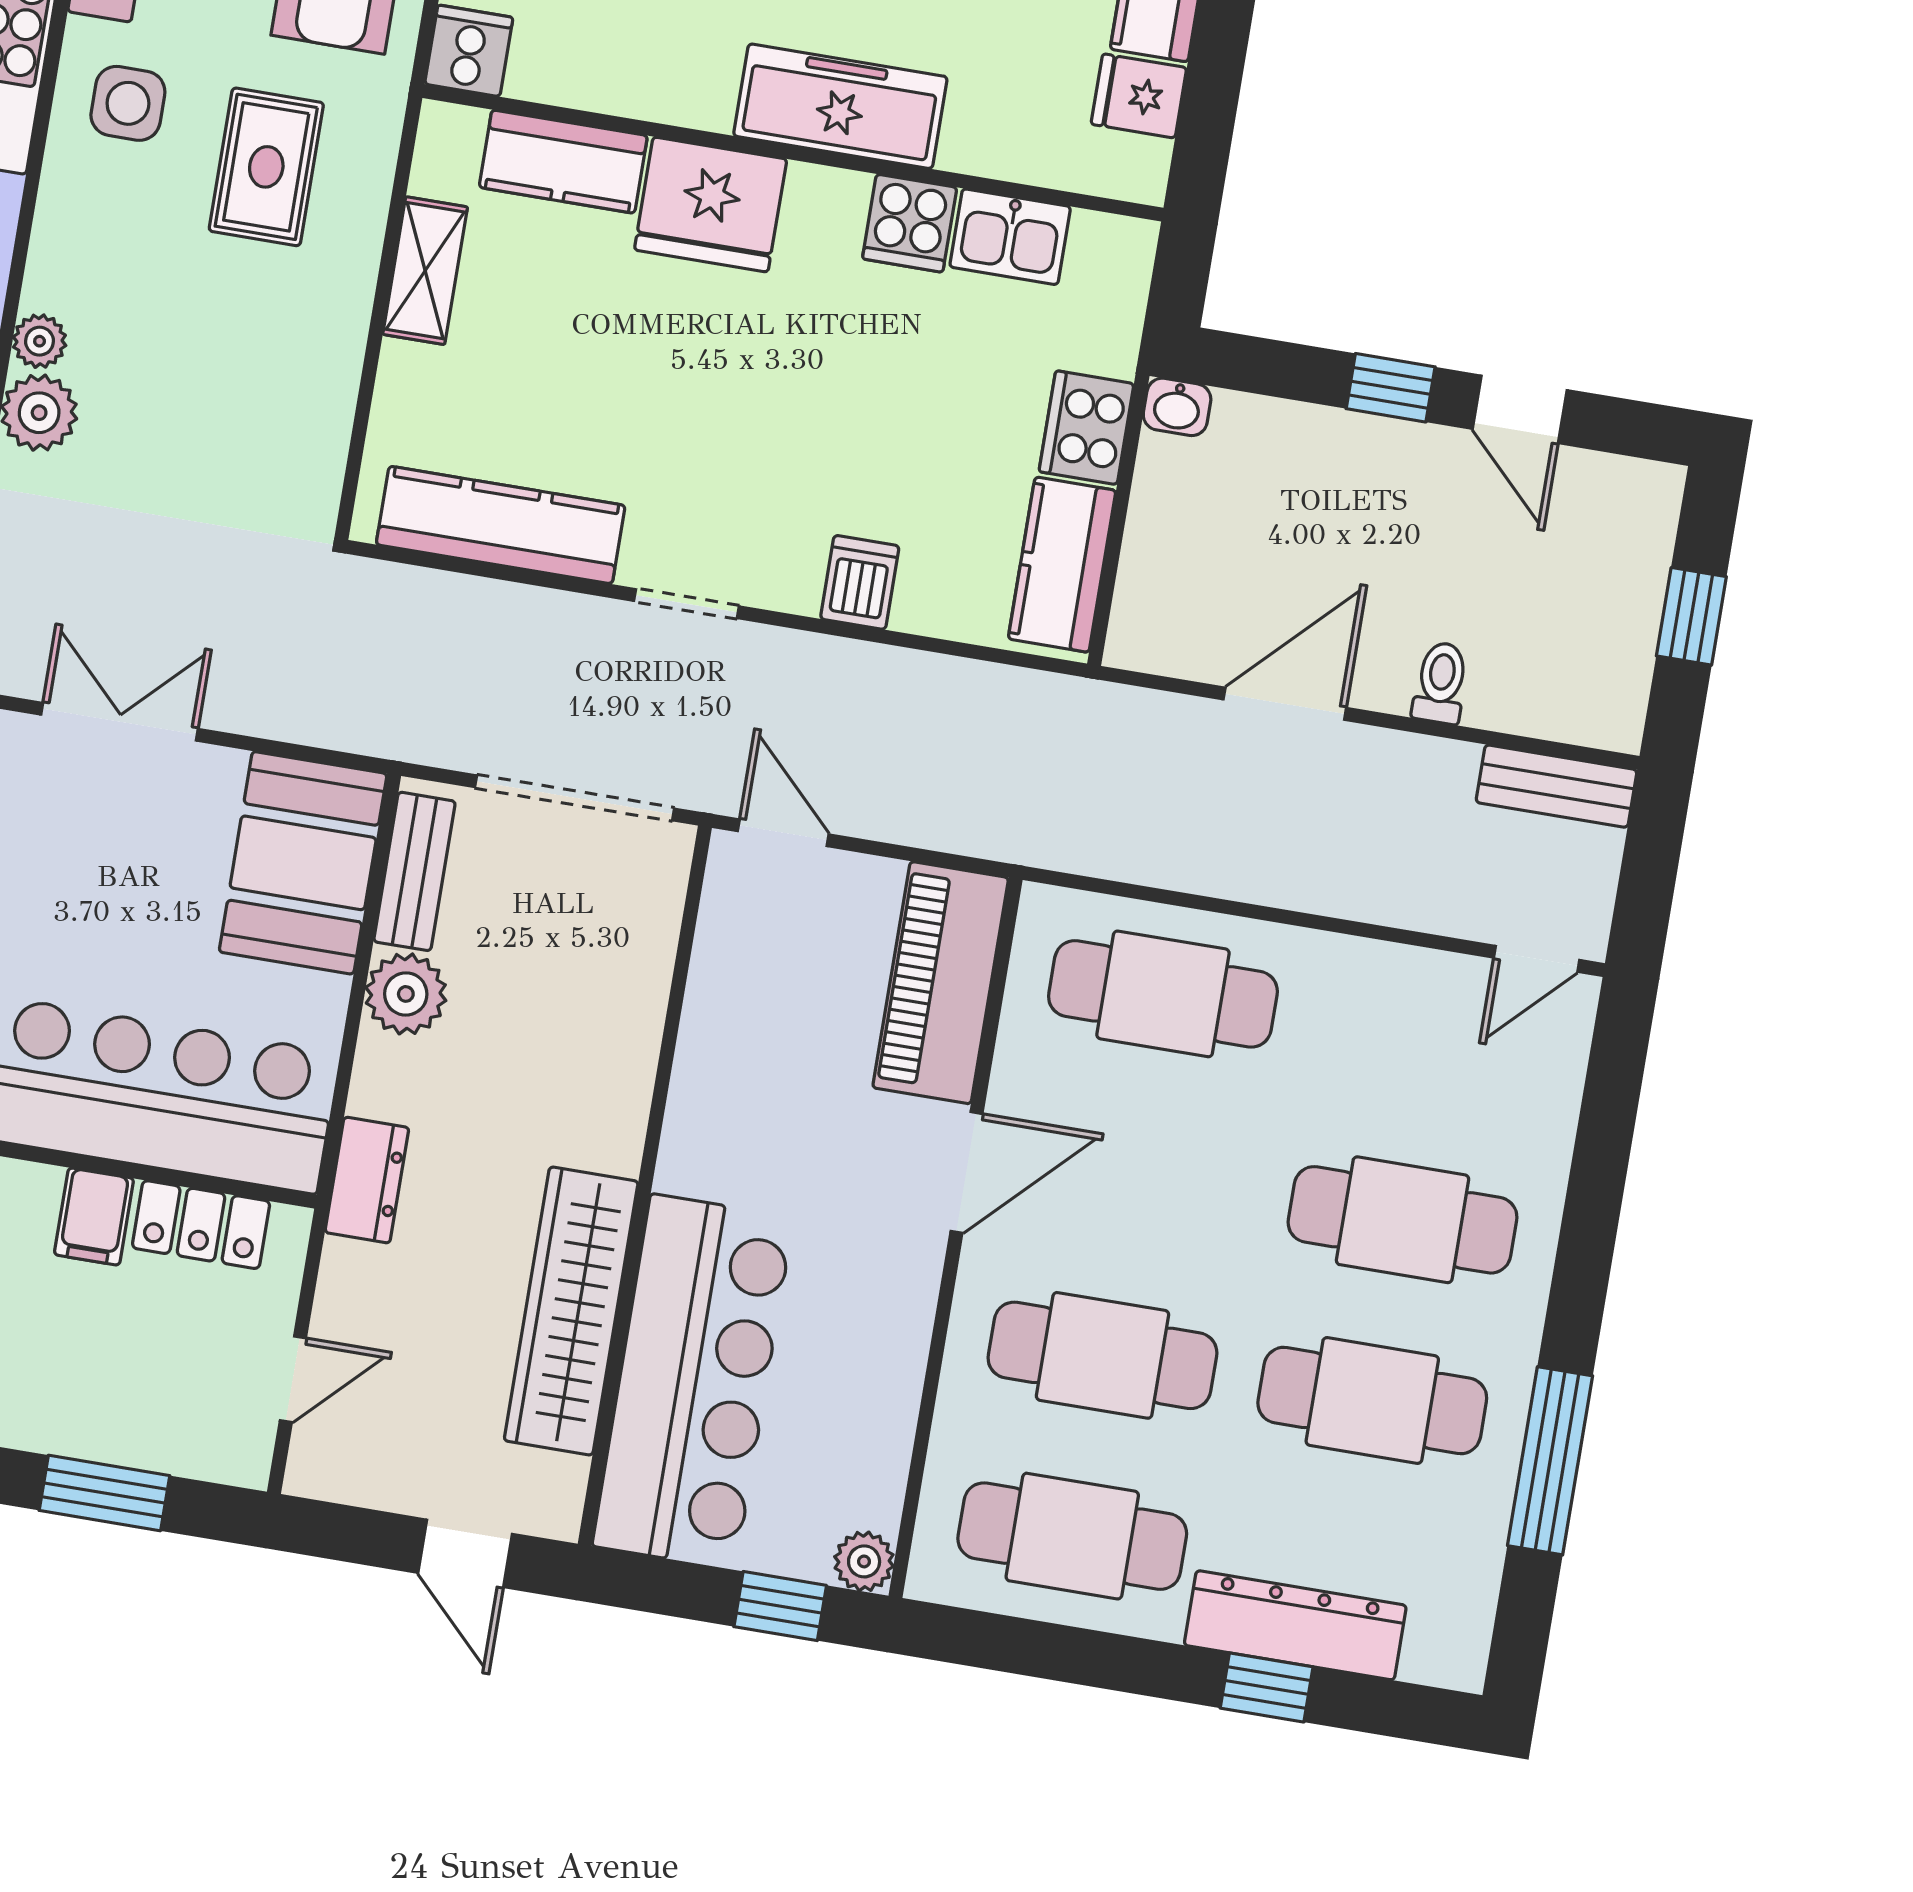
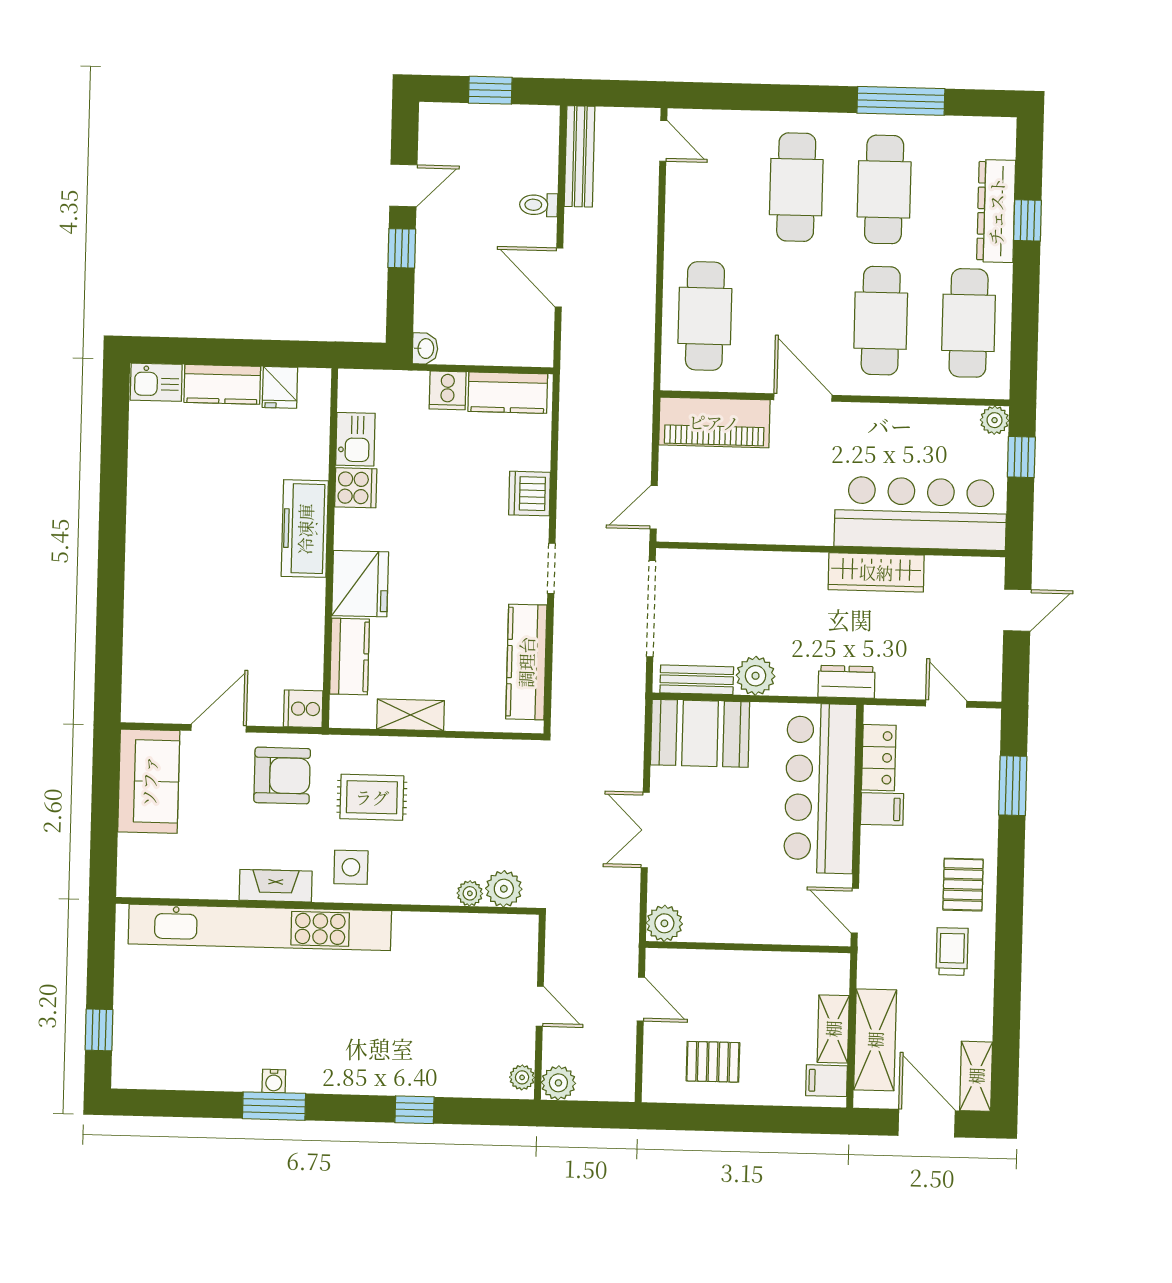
cooker: (1086, 428) -> (448, 390), width x0.73
dishwasher: (860, 582) -> (529, 494), width x1.38
bench: (1557, 786) -> (580, 156), width x1.36
wardrobe: (571, 1311) -> (876, 572), width x0.71, depth x0.85

